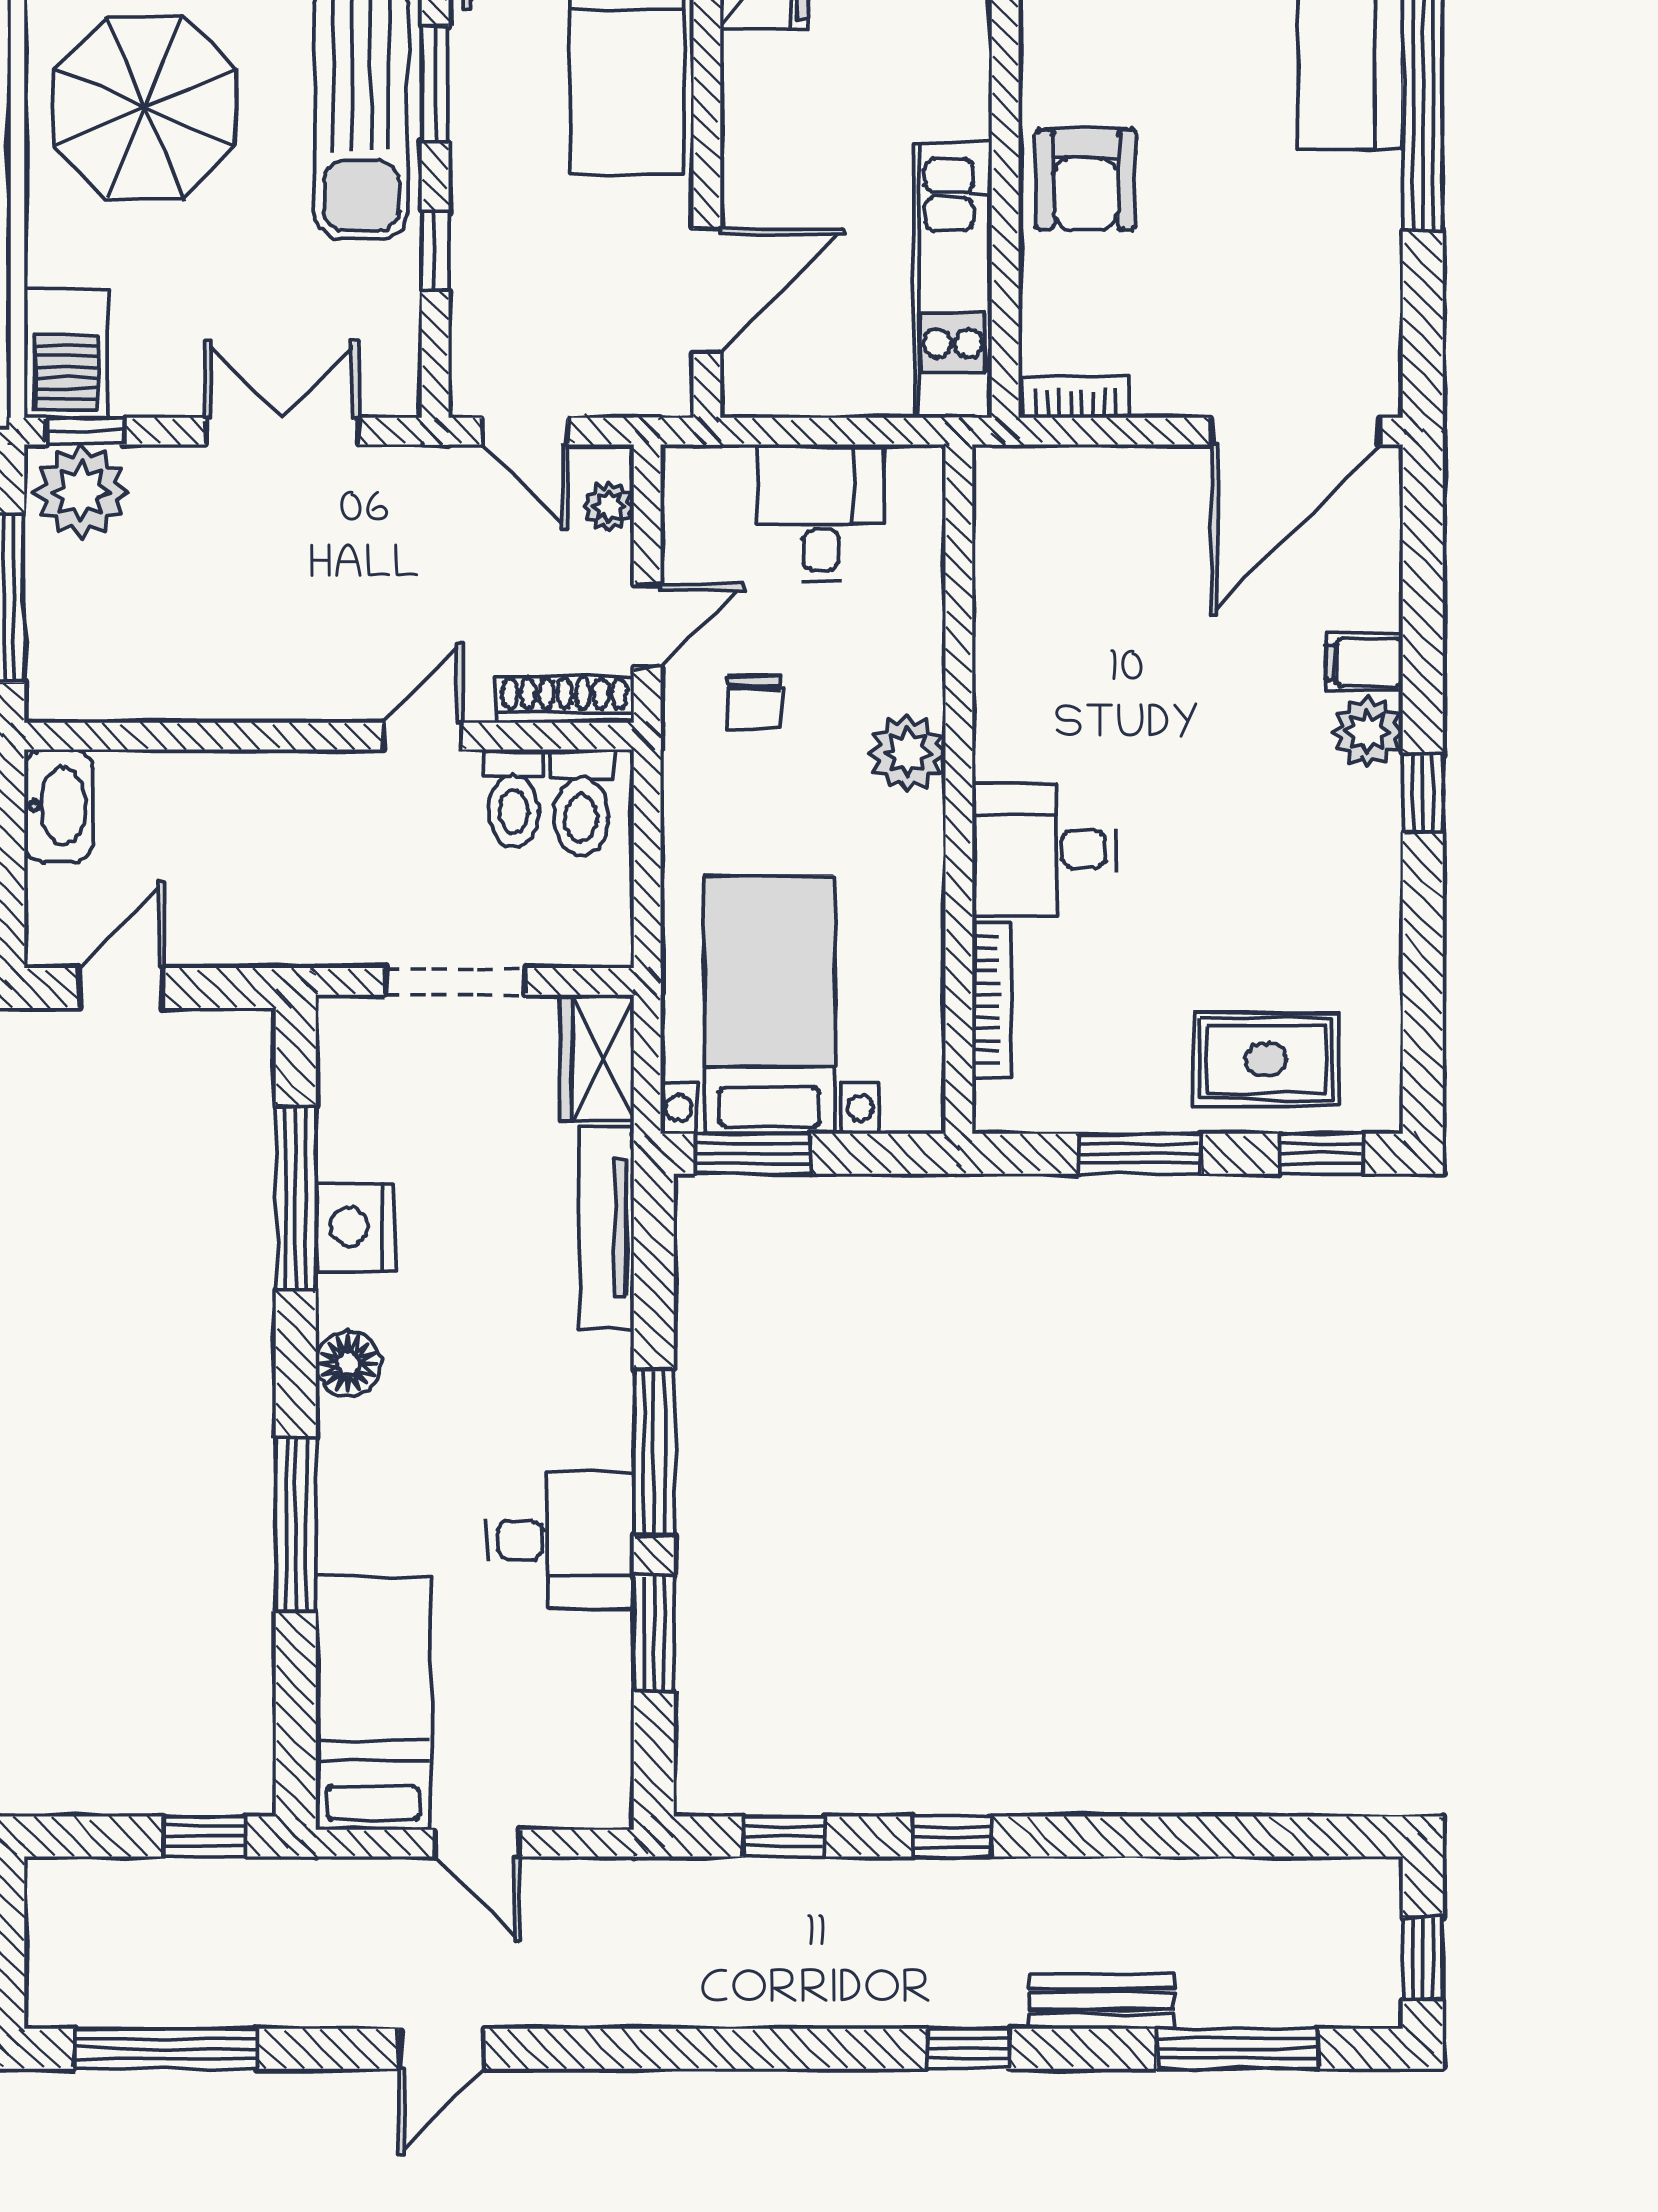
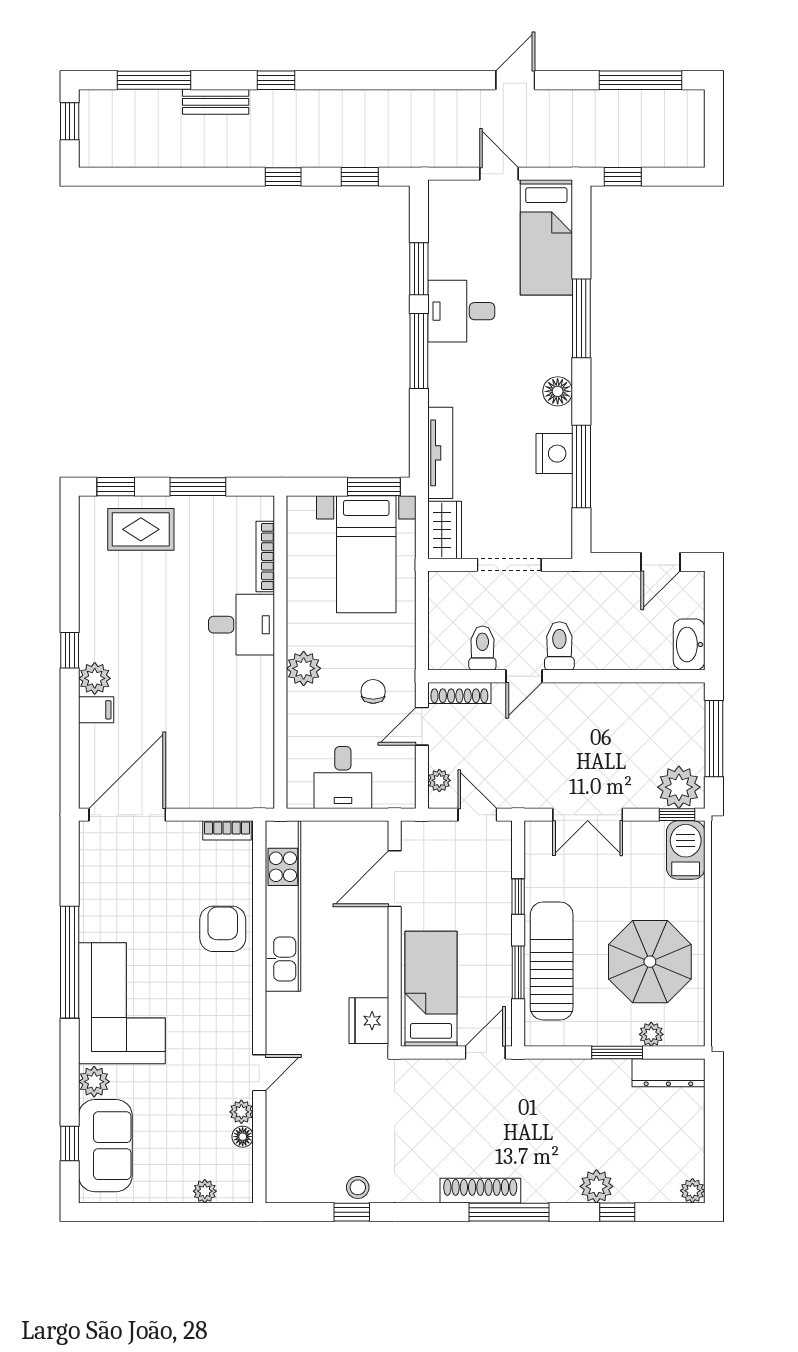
kitchen unit: (953, 280) -> (283, 906), width x1.36
toilet: (581, 803) -> (559, 646), moved

